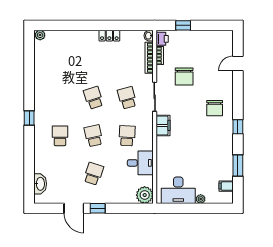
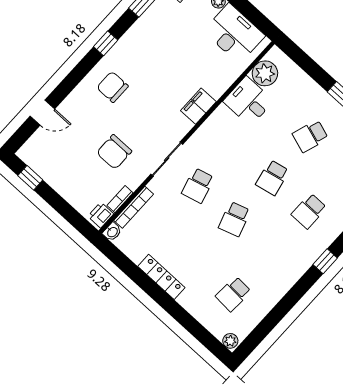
window: (183, 25) -> (30, 178), moved
locker: (109, 36) -> (161, 277), width x1.53
chair: (184, 76) -> (114, 152), turned 180
chair: (215, 108) -> (112, 87), turned -90
filing cabinet: (163, 125) -> (198, 106), moved
school desk: (127, 136) -> (233, 294), moved
plant: (145, 195) -> (265, 73), moved

